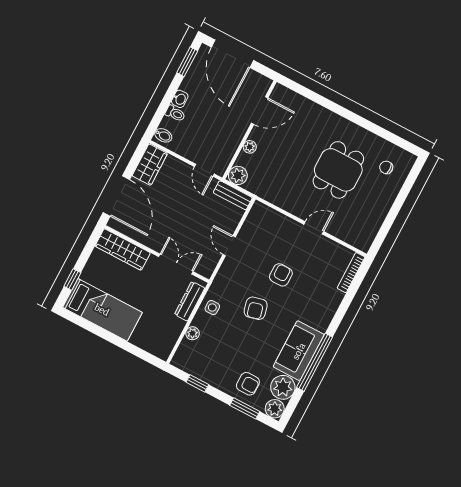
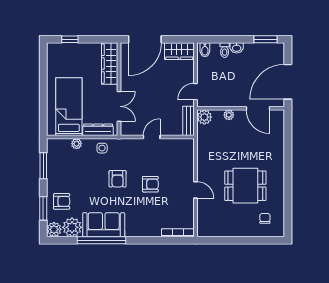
door: (232, 54) -> (288, 82), moved
armchair: (256, 308) -> (118, 179), turned -76
bed: (102, 310) -> (69, 107), moved, turned 180
window: (197, 383) -> (43, 166), width x1.50
armchair: (248, 384) -> (62, 201), turned -90

